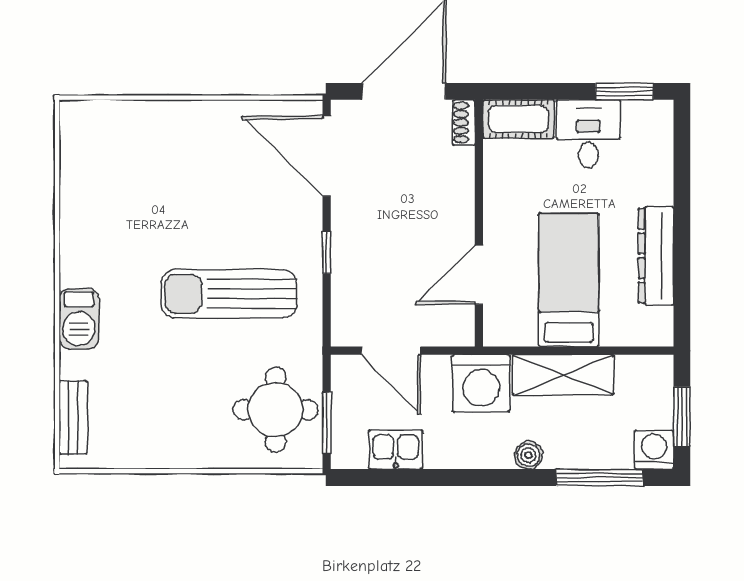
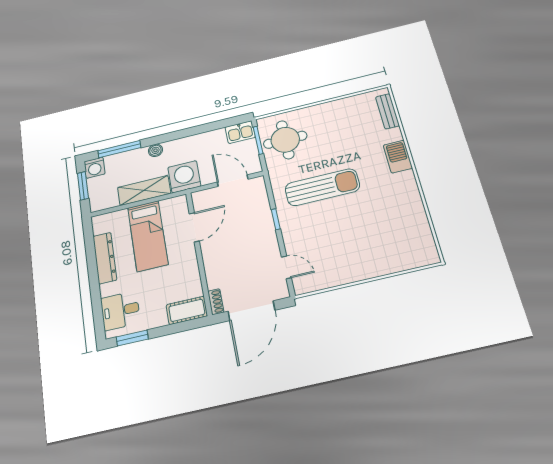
desk: (588, 134) -> (120, 311), moved, turned 90
door: (327, 156) -> (286, 267), width x0.53
kitchen sink: (396, 450) -> (240, 132), moved

